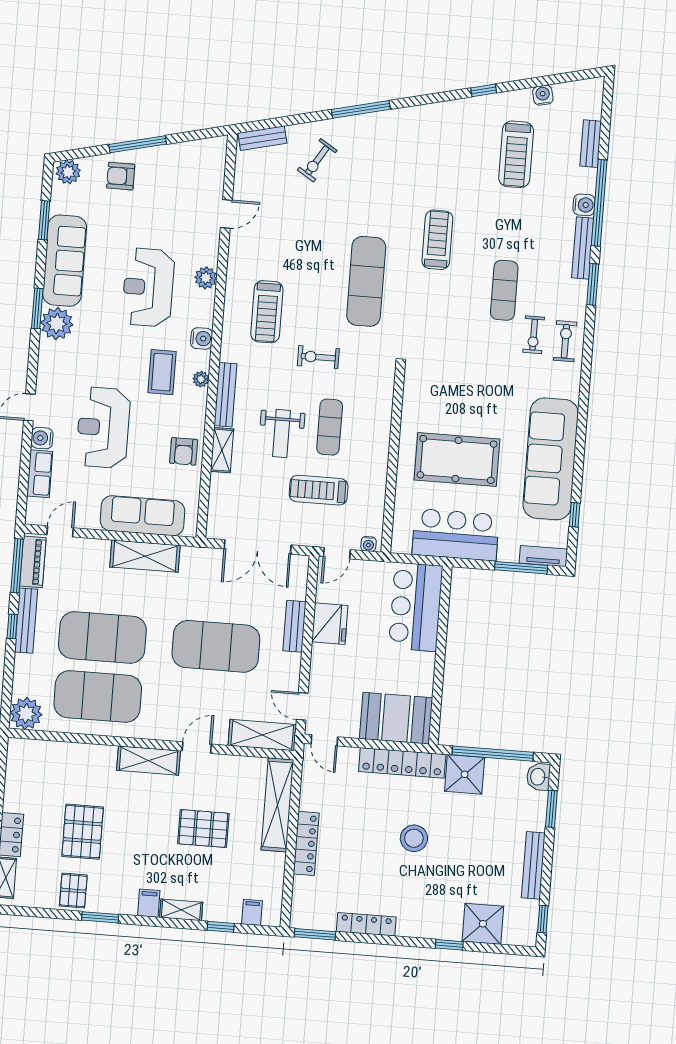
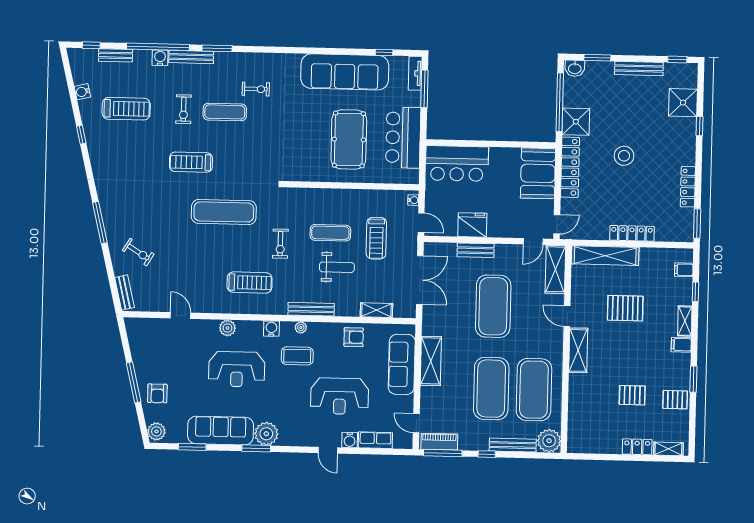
window: (606, 111) -> (91, 45), added
exercise bike: (565, 341) -> (184, 109), moved, turned -90
shelving: (222, 450) -> (376, 310), moved
bench: (26, 621) -> (513, 445), moved
pallet: (203, 829) -> (625, 308), turned 90
pallet: (83, 832) -> (632, 395), width x0.67, depth x0.71

